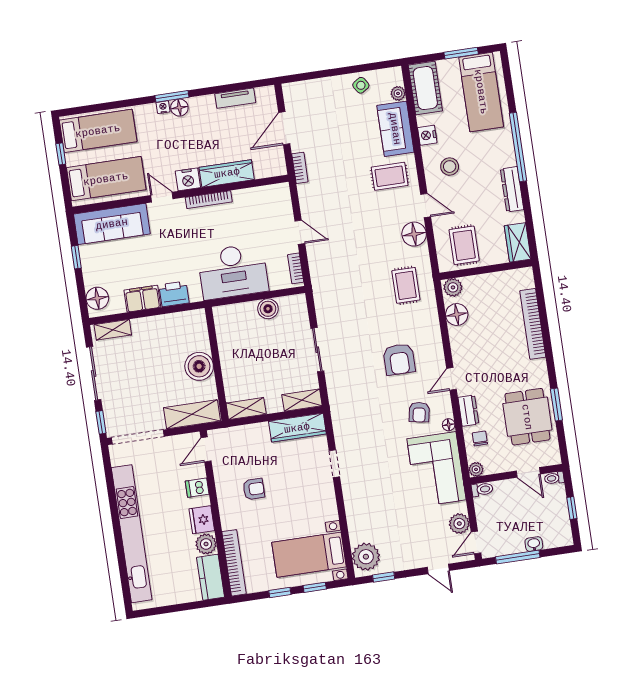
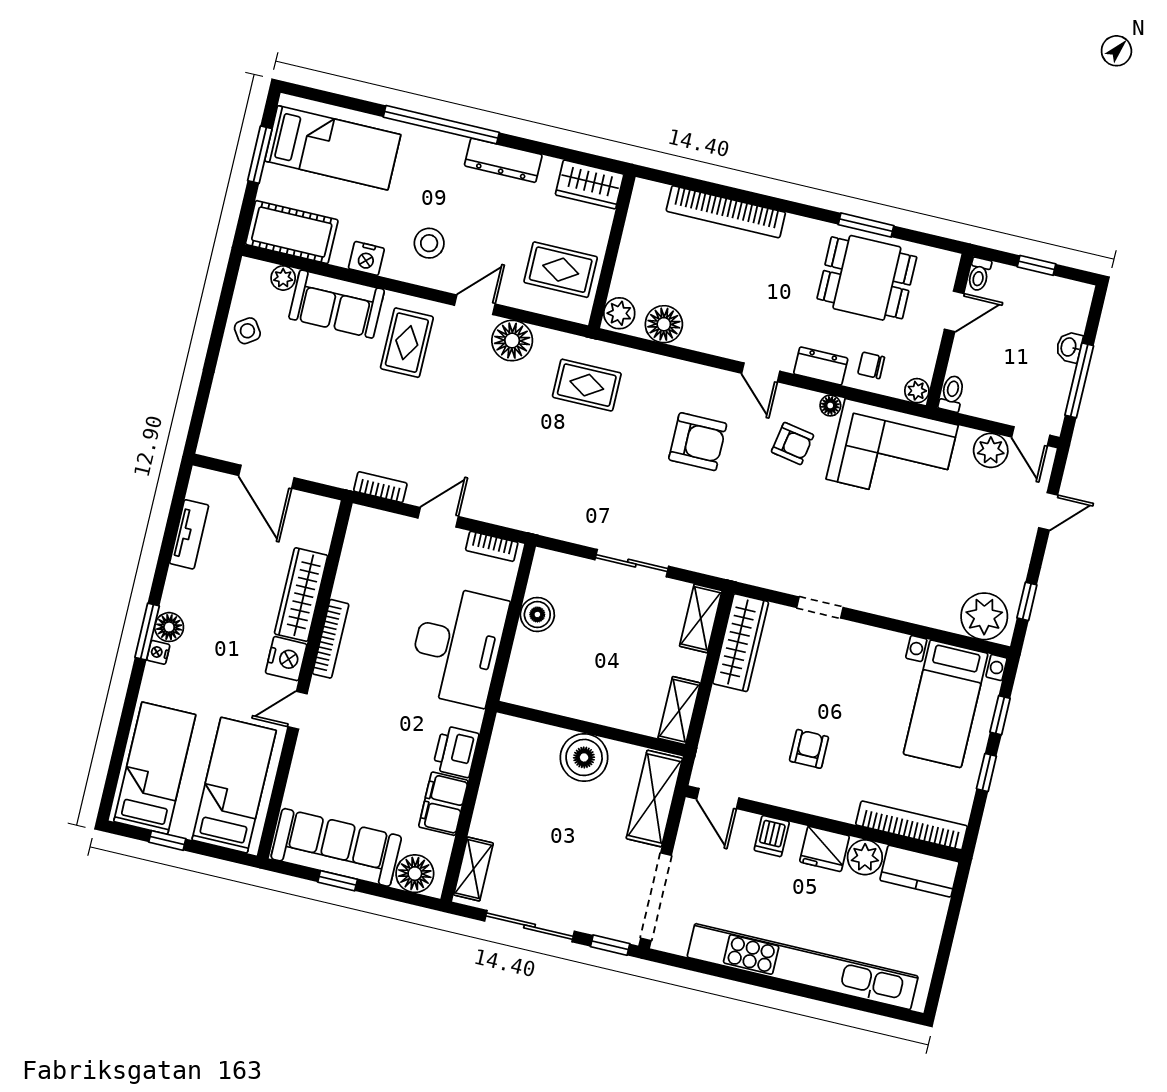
bookcase: (300, 168) -> (380, 487), moved
sofa: (112, 224) -> (336, 847), moved, turned -90

